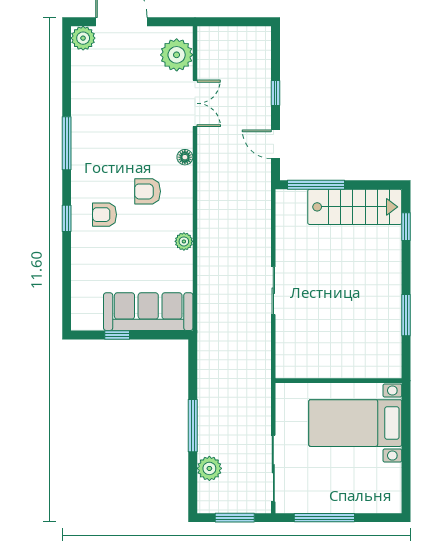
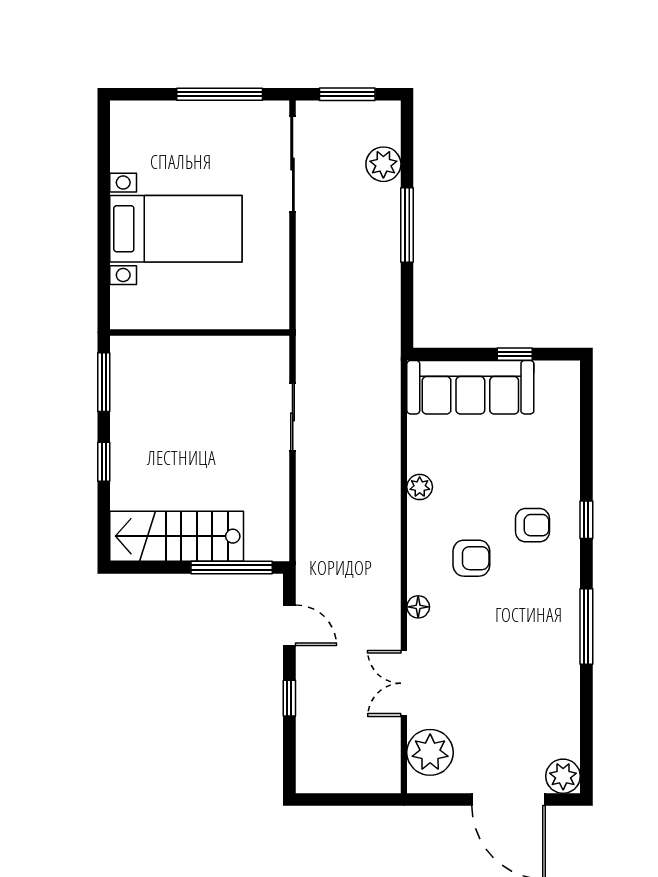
window: (406, 227) -> (104, 462), moved
wall: (339, 381) -> (200, 332), moved

